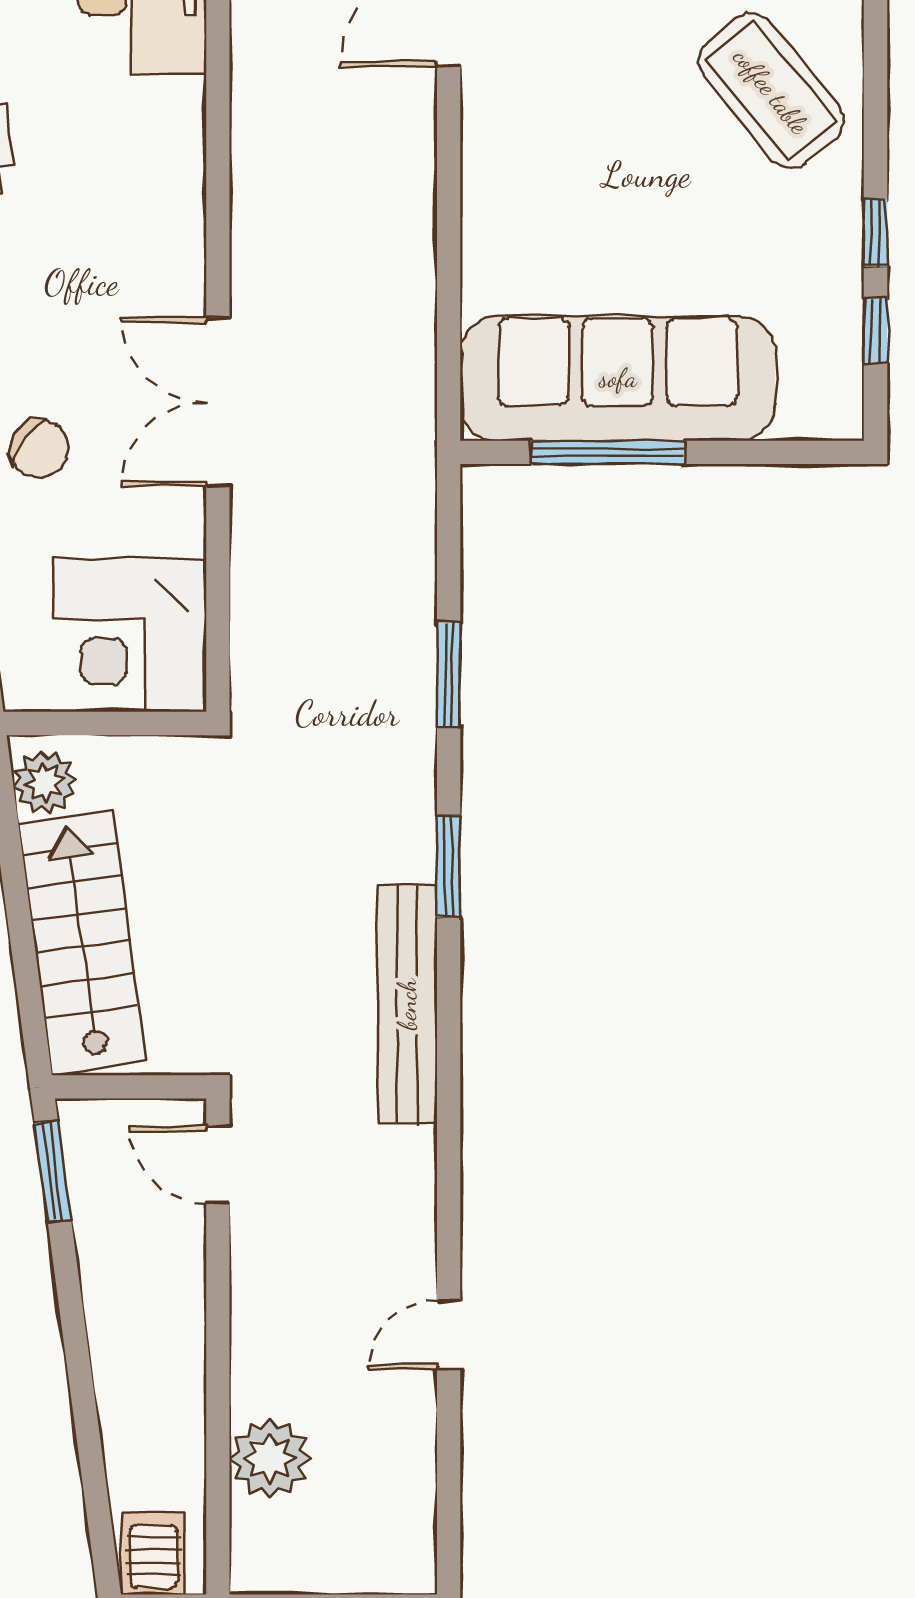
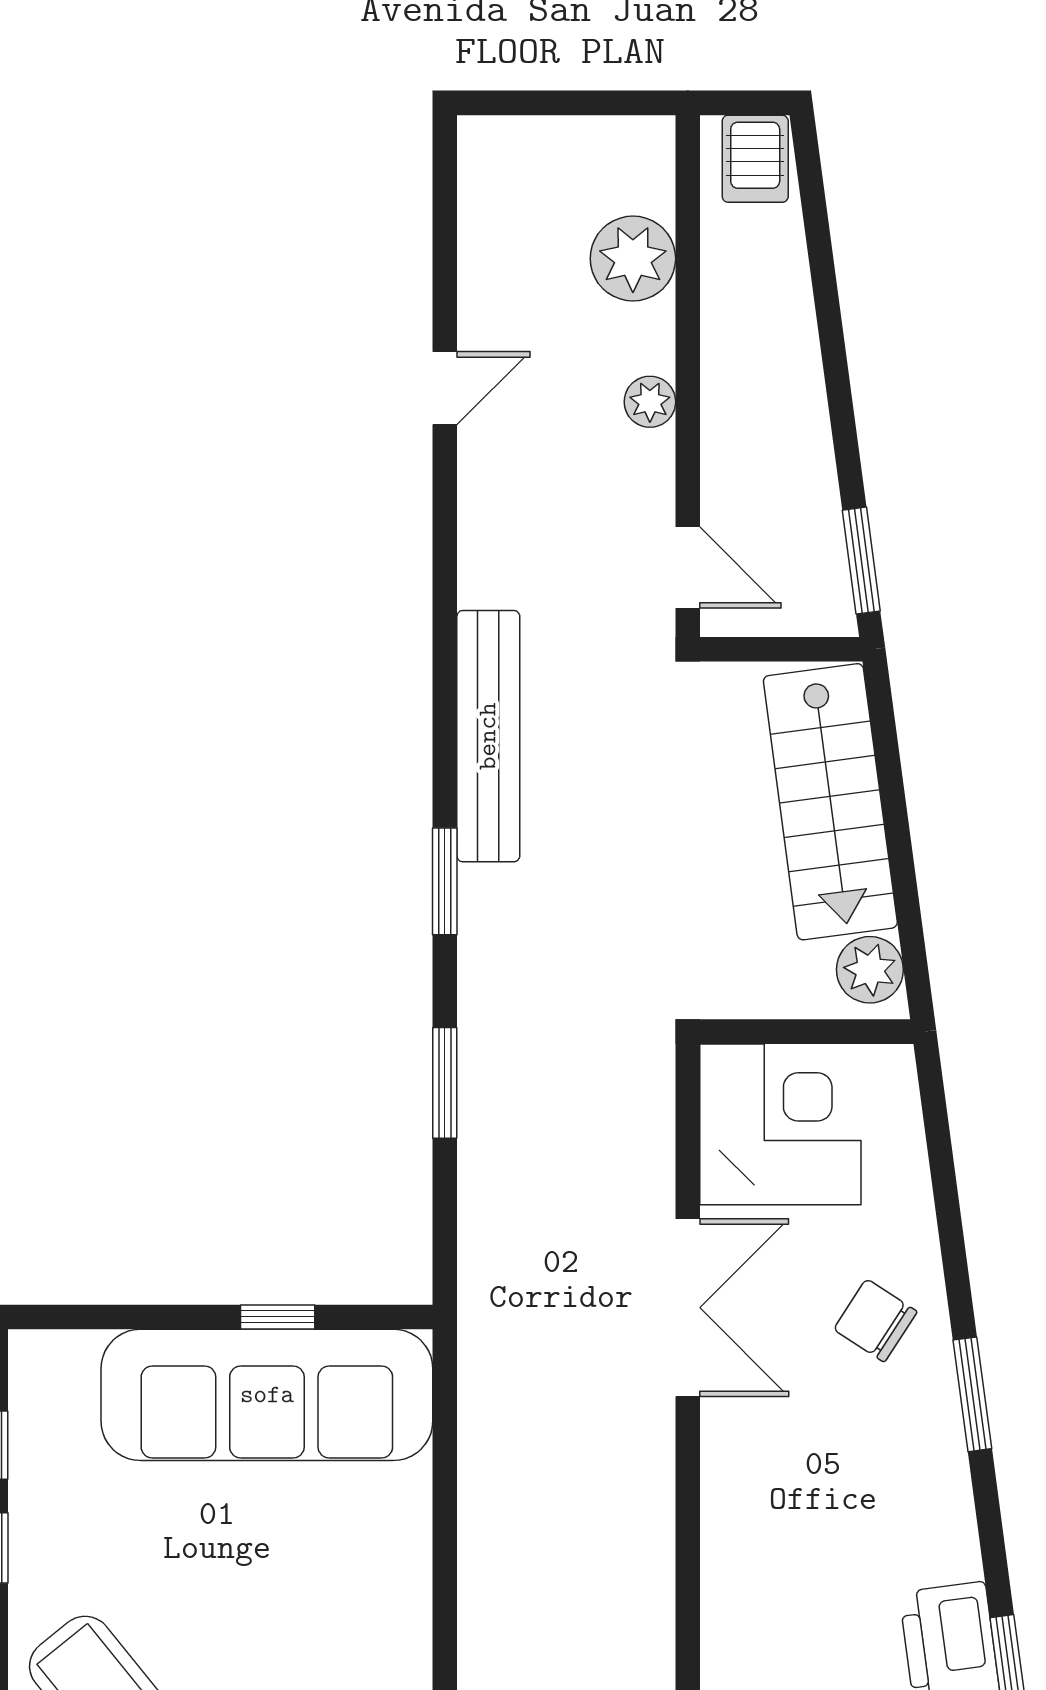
double door: (218, 402) -> (688, 1308), moved
window: (608, 452) -> (278, 1317), width x0.46
plant: (254, 1322) -> (650, 402), added

